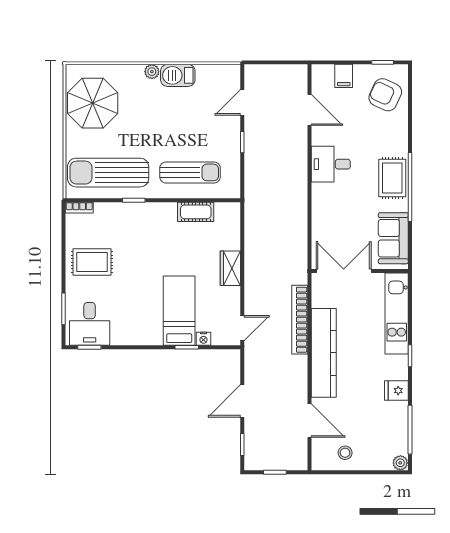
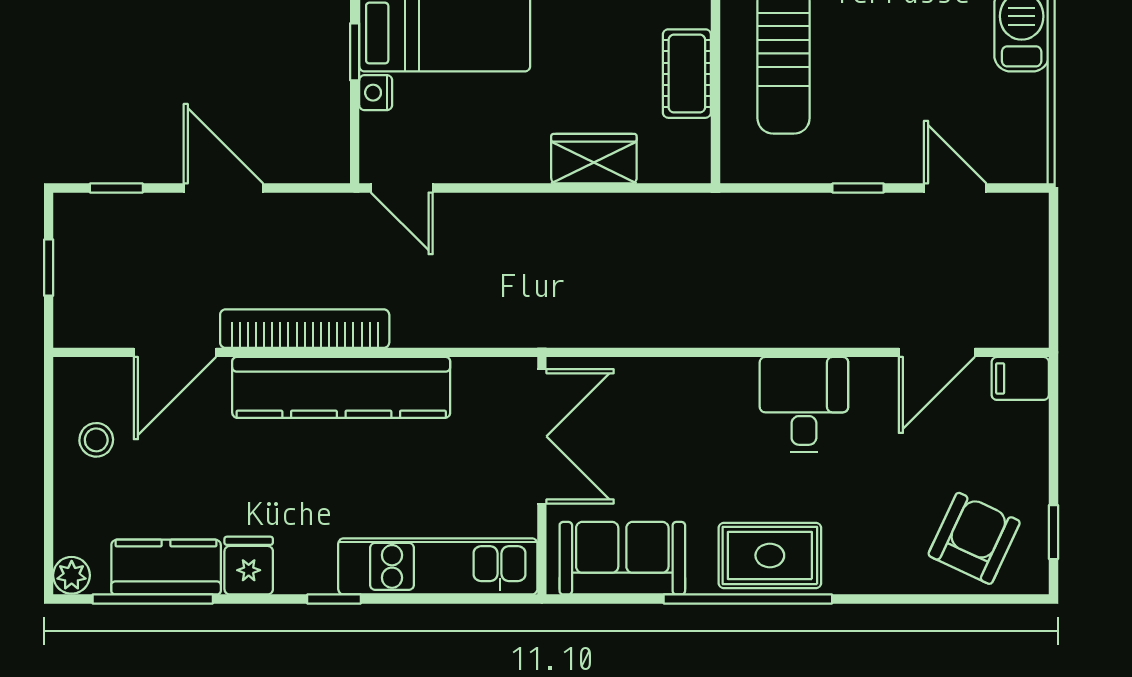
filing cabinet: (344, 76) -> (1020, 378), moved
wardrobe: (230, 268) -> (594, 159), moved
bookcase: (300, 320) -> (305, 329), moved
kitchen counter: (397, 424) -> (166, 567), added

